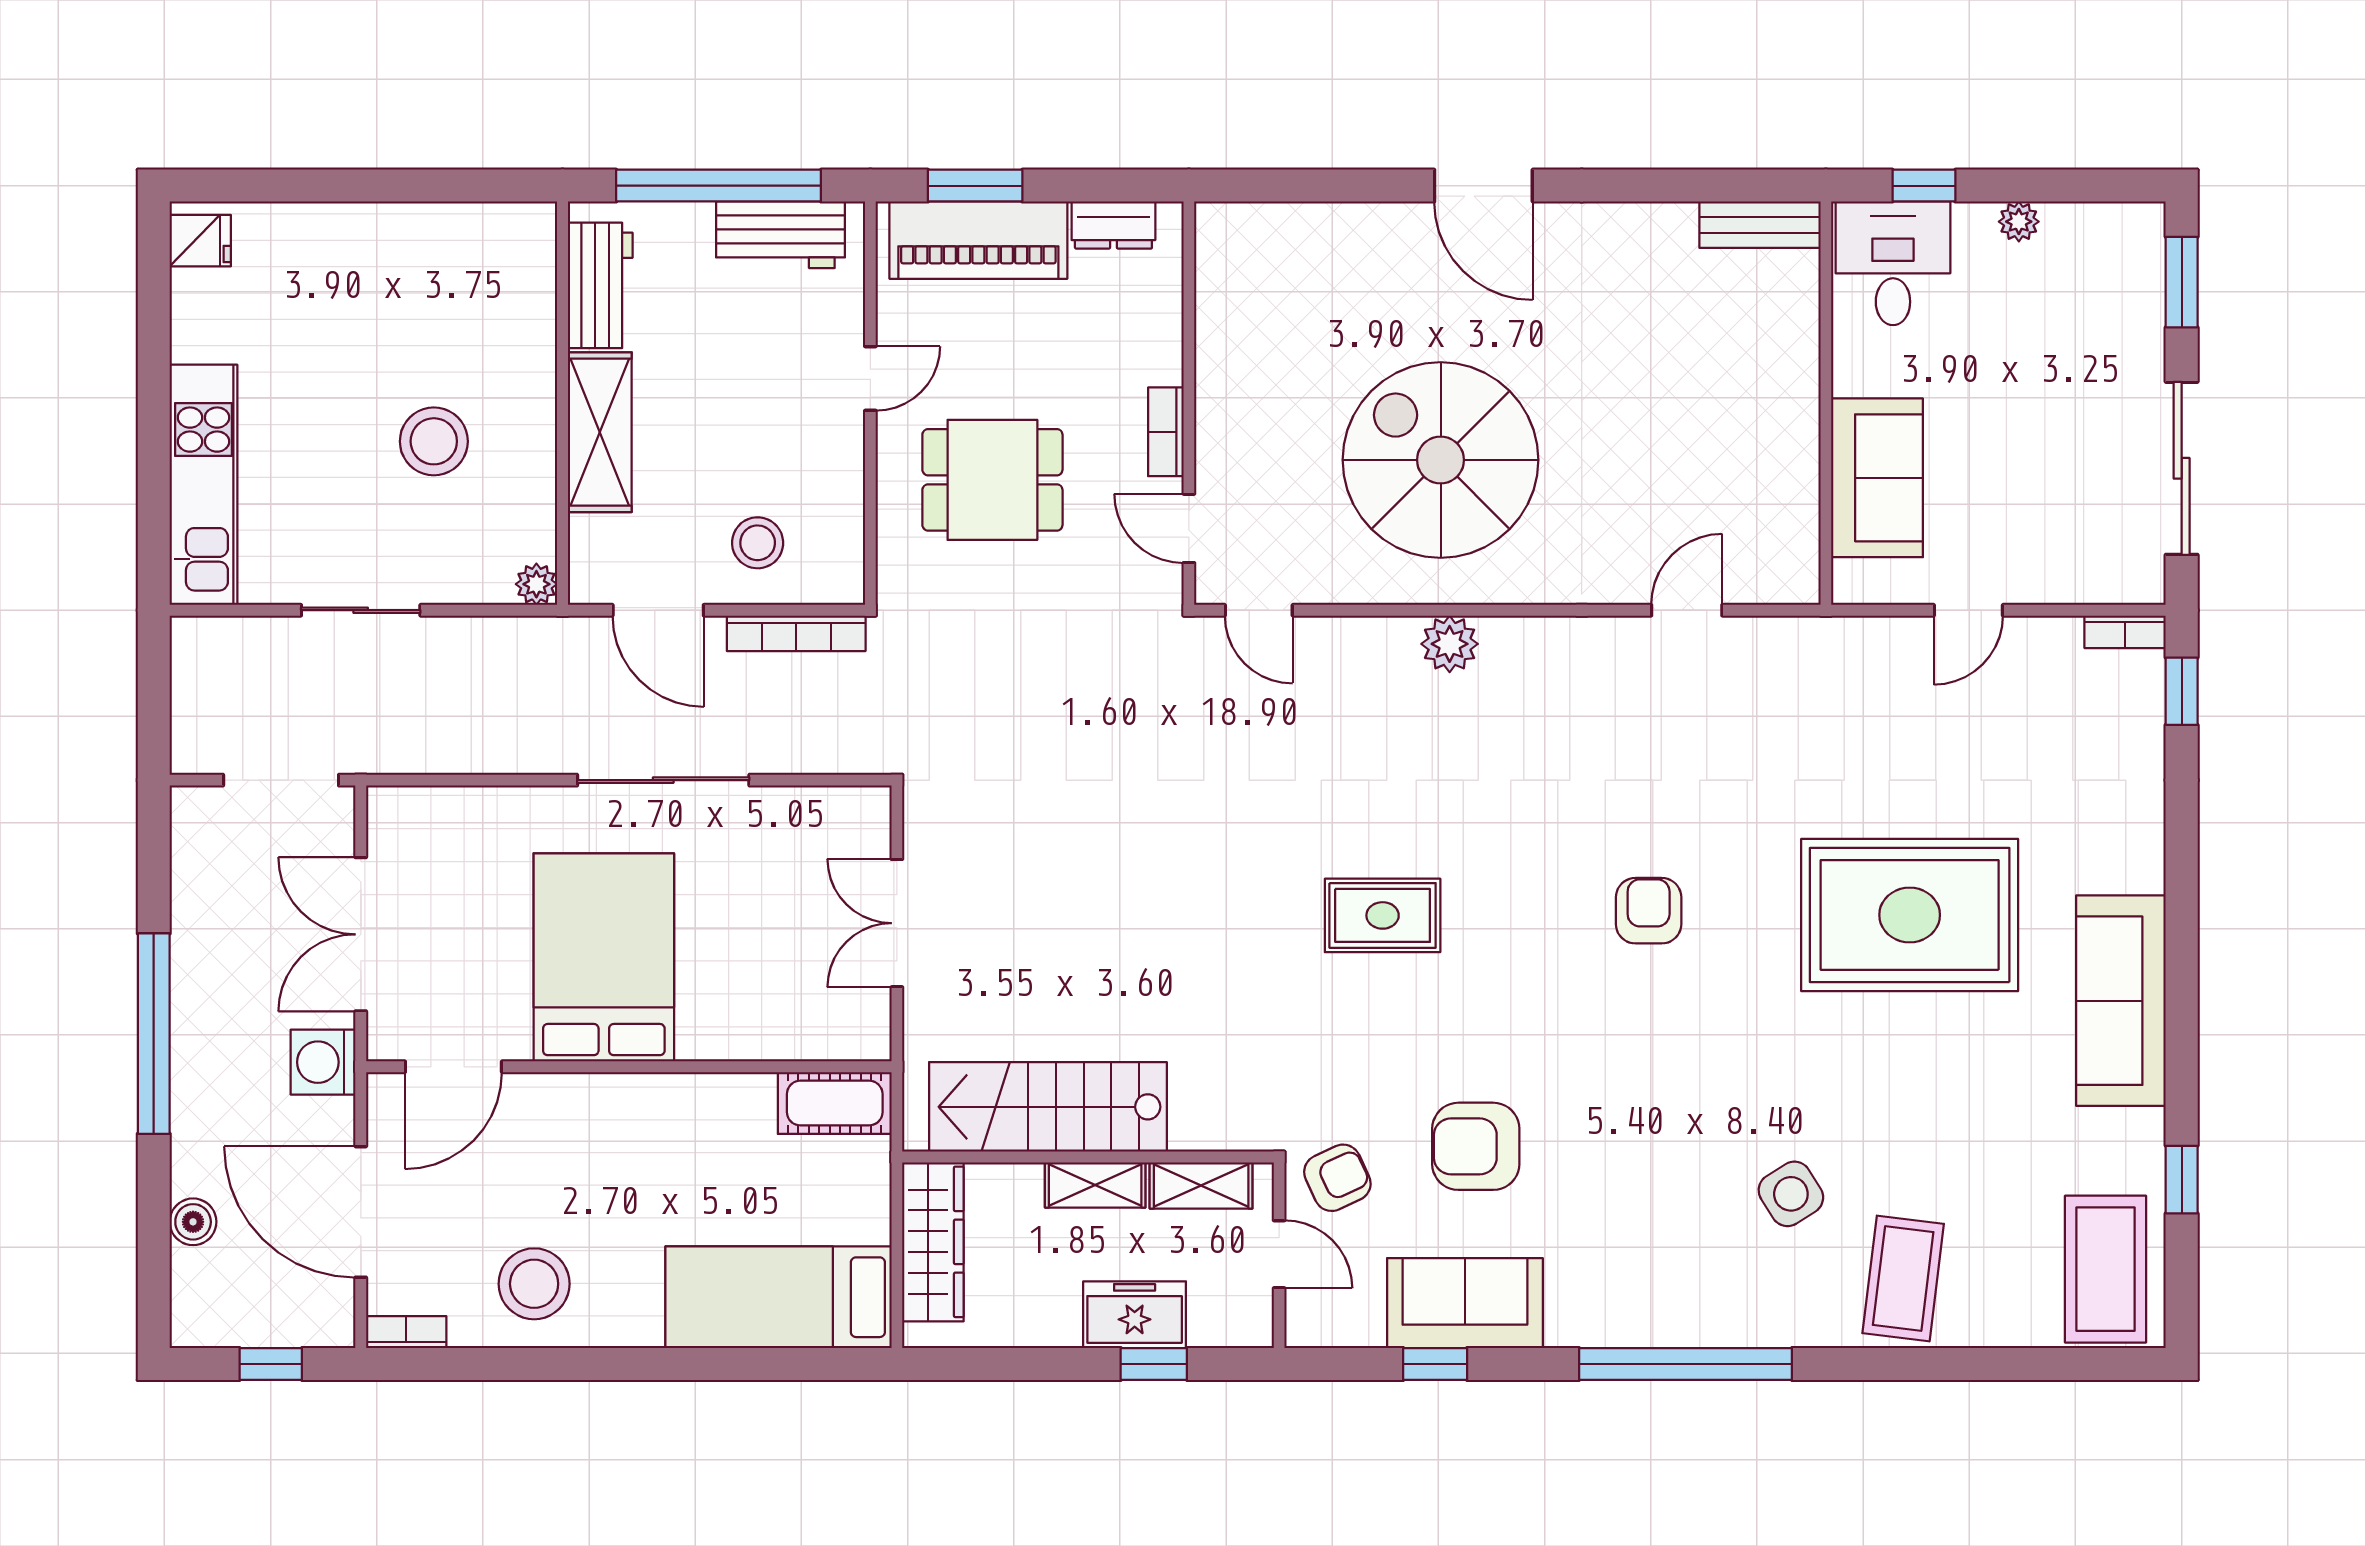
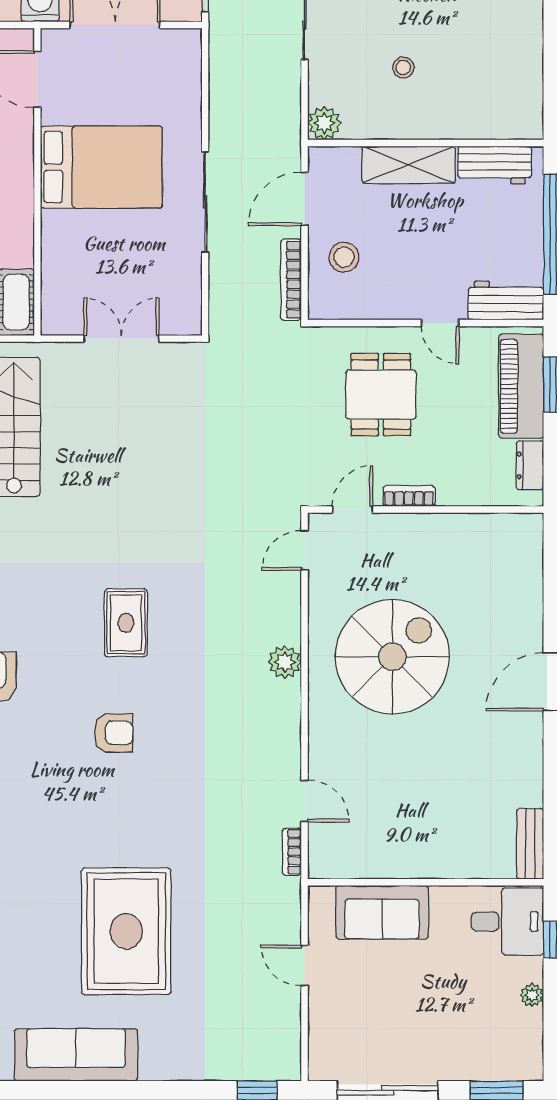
workbench: (781, 235) -> (506, 301), moved, turned 90
stool: (434, 441) -> (403, 68), width x0.53, depth x0.53
plant: (536, 584) -> (324, 123), width x1.38, depth x1.38
bookcase: (2125, 632) -> (292, 852), moved
armchair: (1649, 911) -> (114, 733), moved

